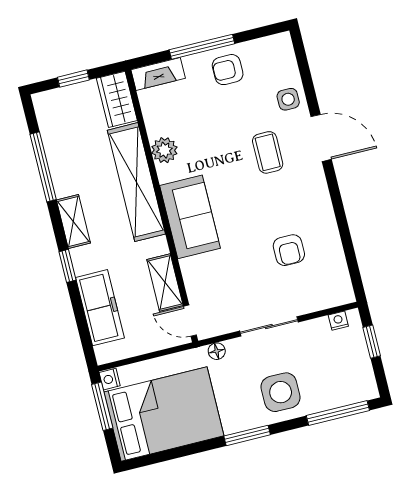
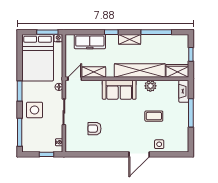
armchair: (228, 70) -> (178, 121), removed
coffee table: (268, 152) -> (154, 116), moved

